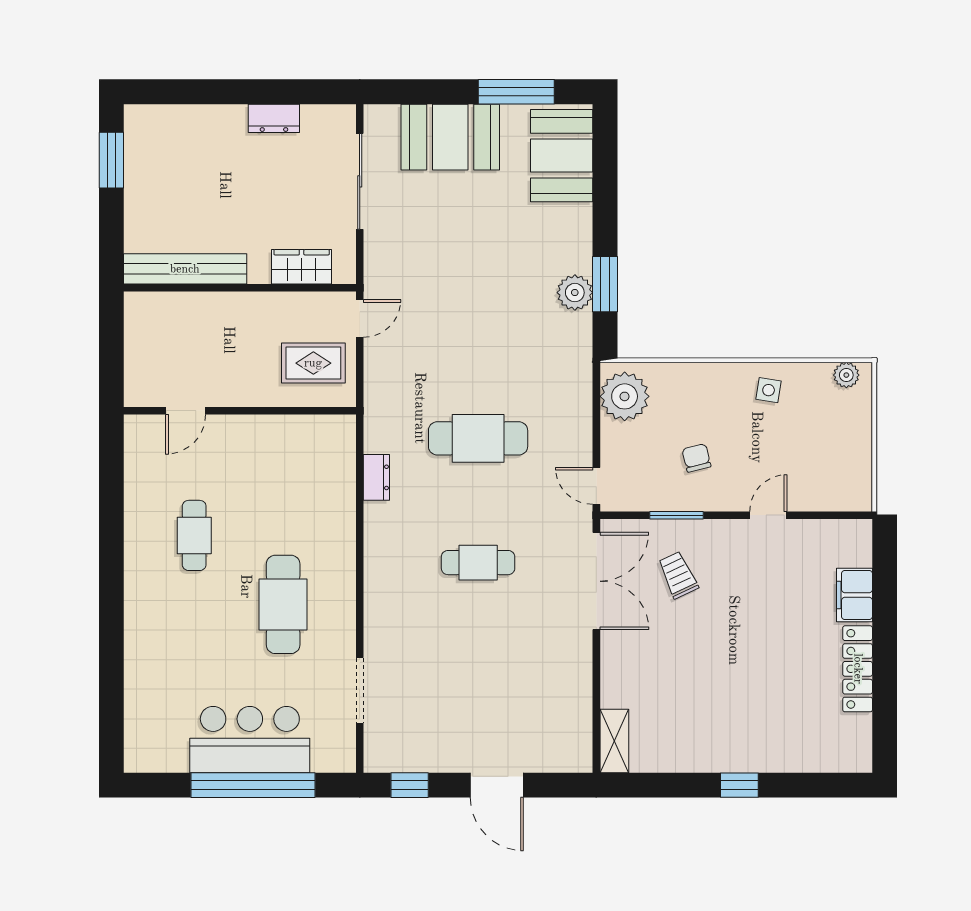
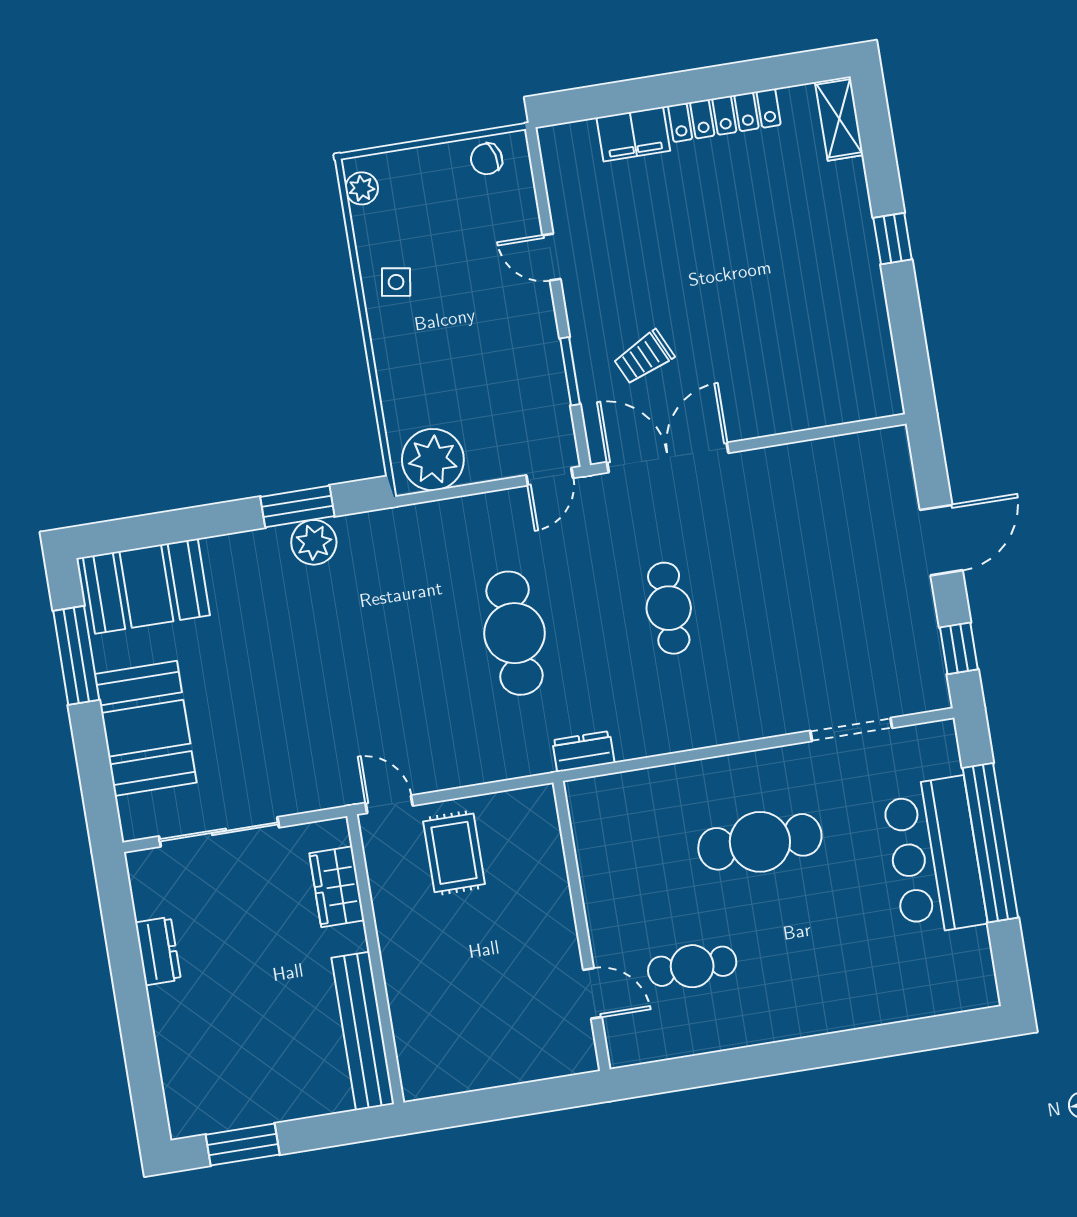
door: (186, 411) -> (592, 993), moved
wall: (240, 411) -> (581, 926), moved
chair: (696, 458) -> (487, 159), moved
shelving: (614, 741) -> (839, 118), moved, turned 90

